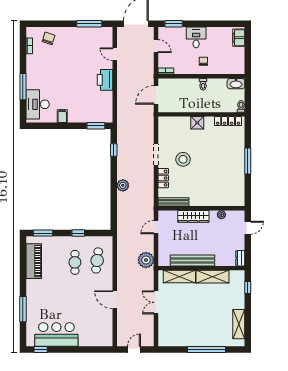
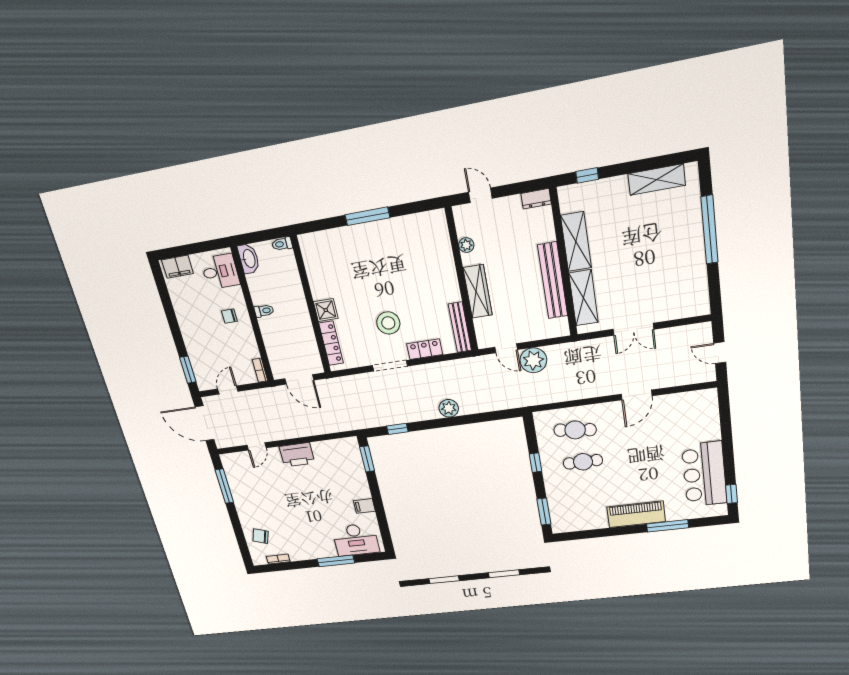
desk: (196, 37) -> (220, 272), moved, turned 180
locker: (228, 121) -> (331, 343), moved
plant: (146, 260) -> (533, 360), moved
piano: (34, 261) -> (636, 514), moved

